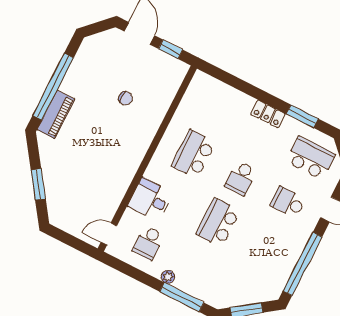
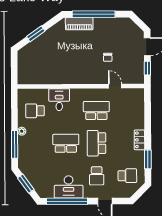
school desk: (310, 158) -> (127, 176), width x0.54
school desk: (241, 178) -> (96, 143), width x1.85
school desk: (288, 202) -> (97, 176), turned 180
door: (109, 234) -> (115, 86), moved
desk: (283, 251) -> (69, 187), added

